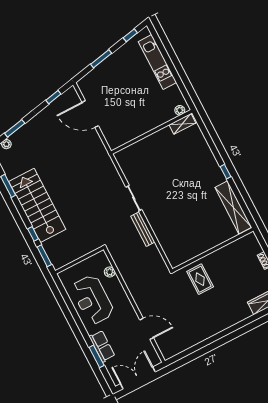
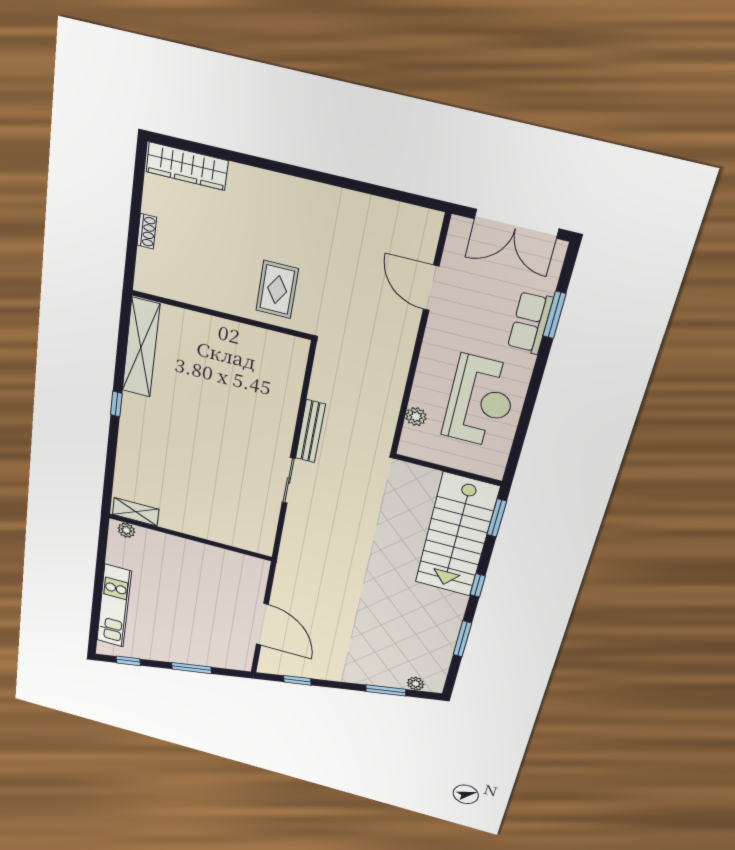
stairs: (37, 205) -> (457, 535), moved
window: (33, 234) -> (478, 585), moved

